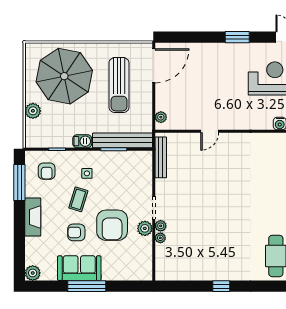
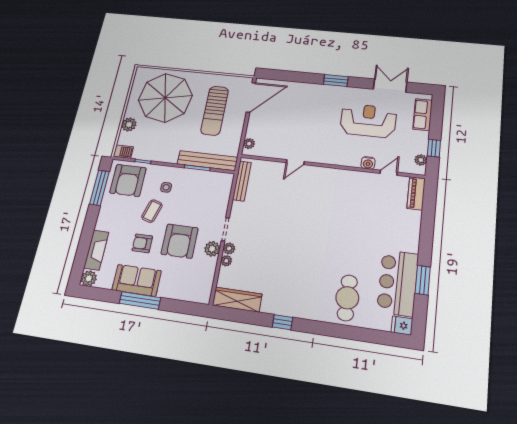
barbecue: (82, 141) -> (123, 152), moved
armchair: (47, 171) -> (128, 180), width x1.88, depth x1.88
fireplace: (33, 217) -> (96, 250), moved
wardrobe: (177, 272) -> (237, 300), added

